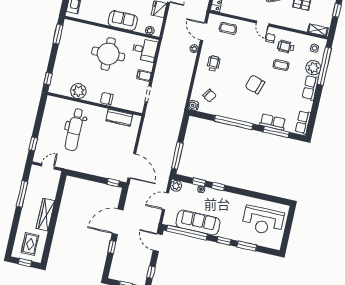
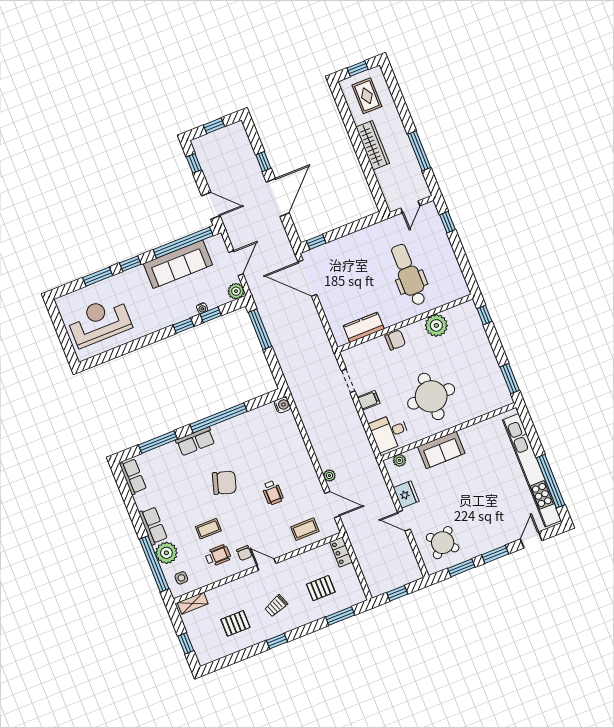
wheelchair: (214, 64) -> (273, 493), moved
chair: (210, 96) -> (271, 431), removed
row of seats: (273, 122) -> (195, 441), moved

